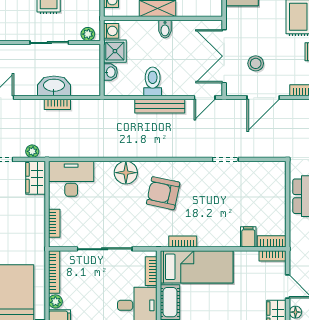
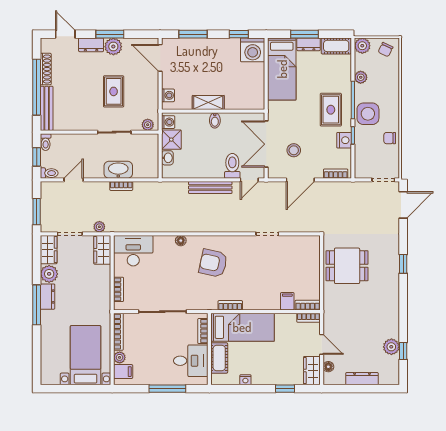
toilet: (153, 81) -> (232, 166), moved
floor lamp: (126, 173) -> (181, 241), width x0.53, depth x0.53

